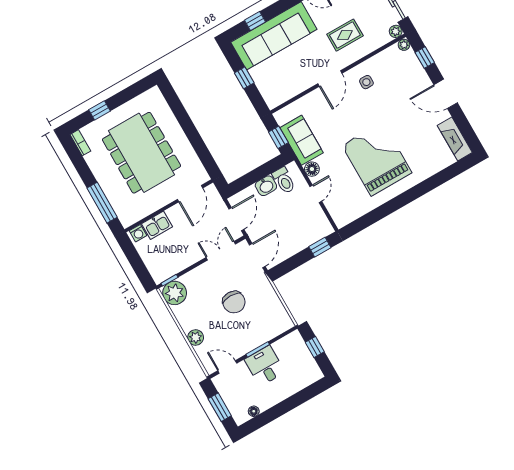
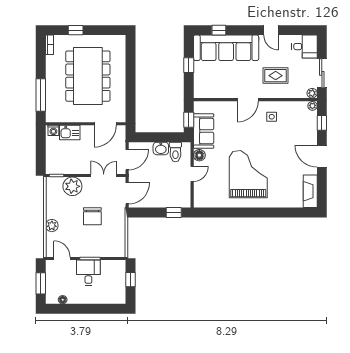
plant: (175, 293) -> (72, 186), moved

